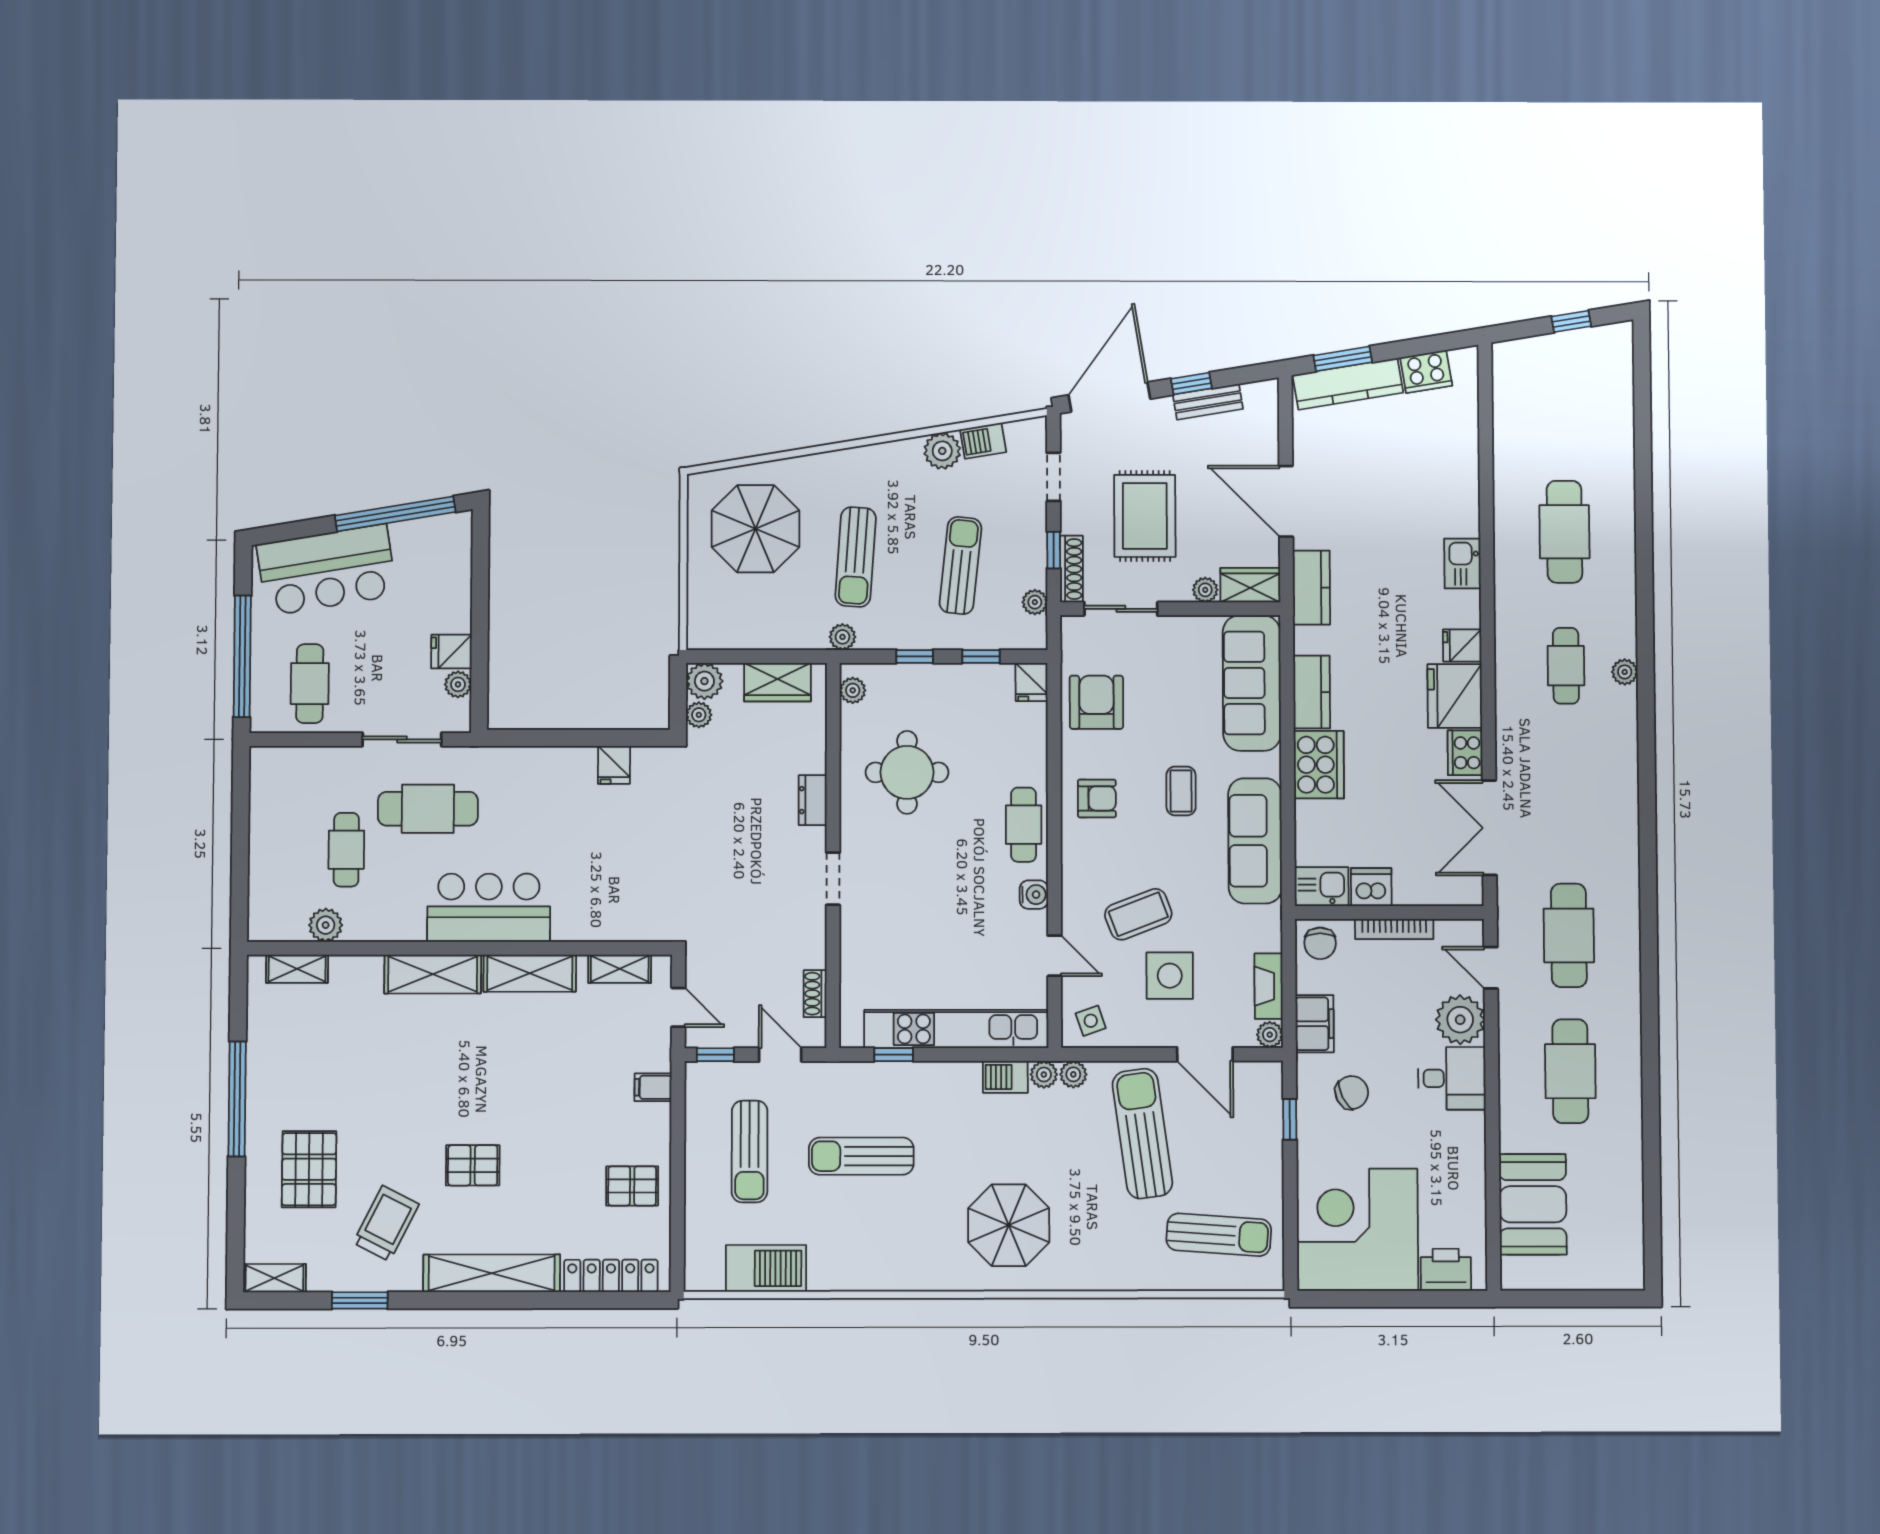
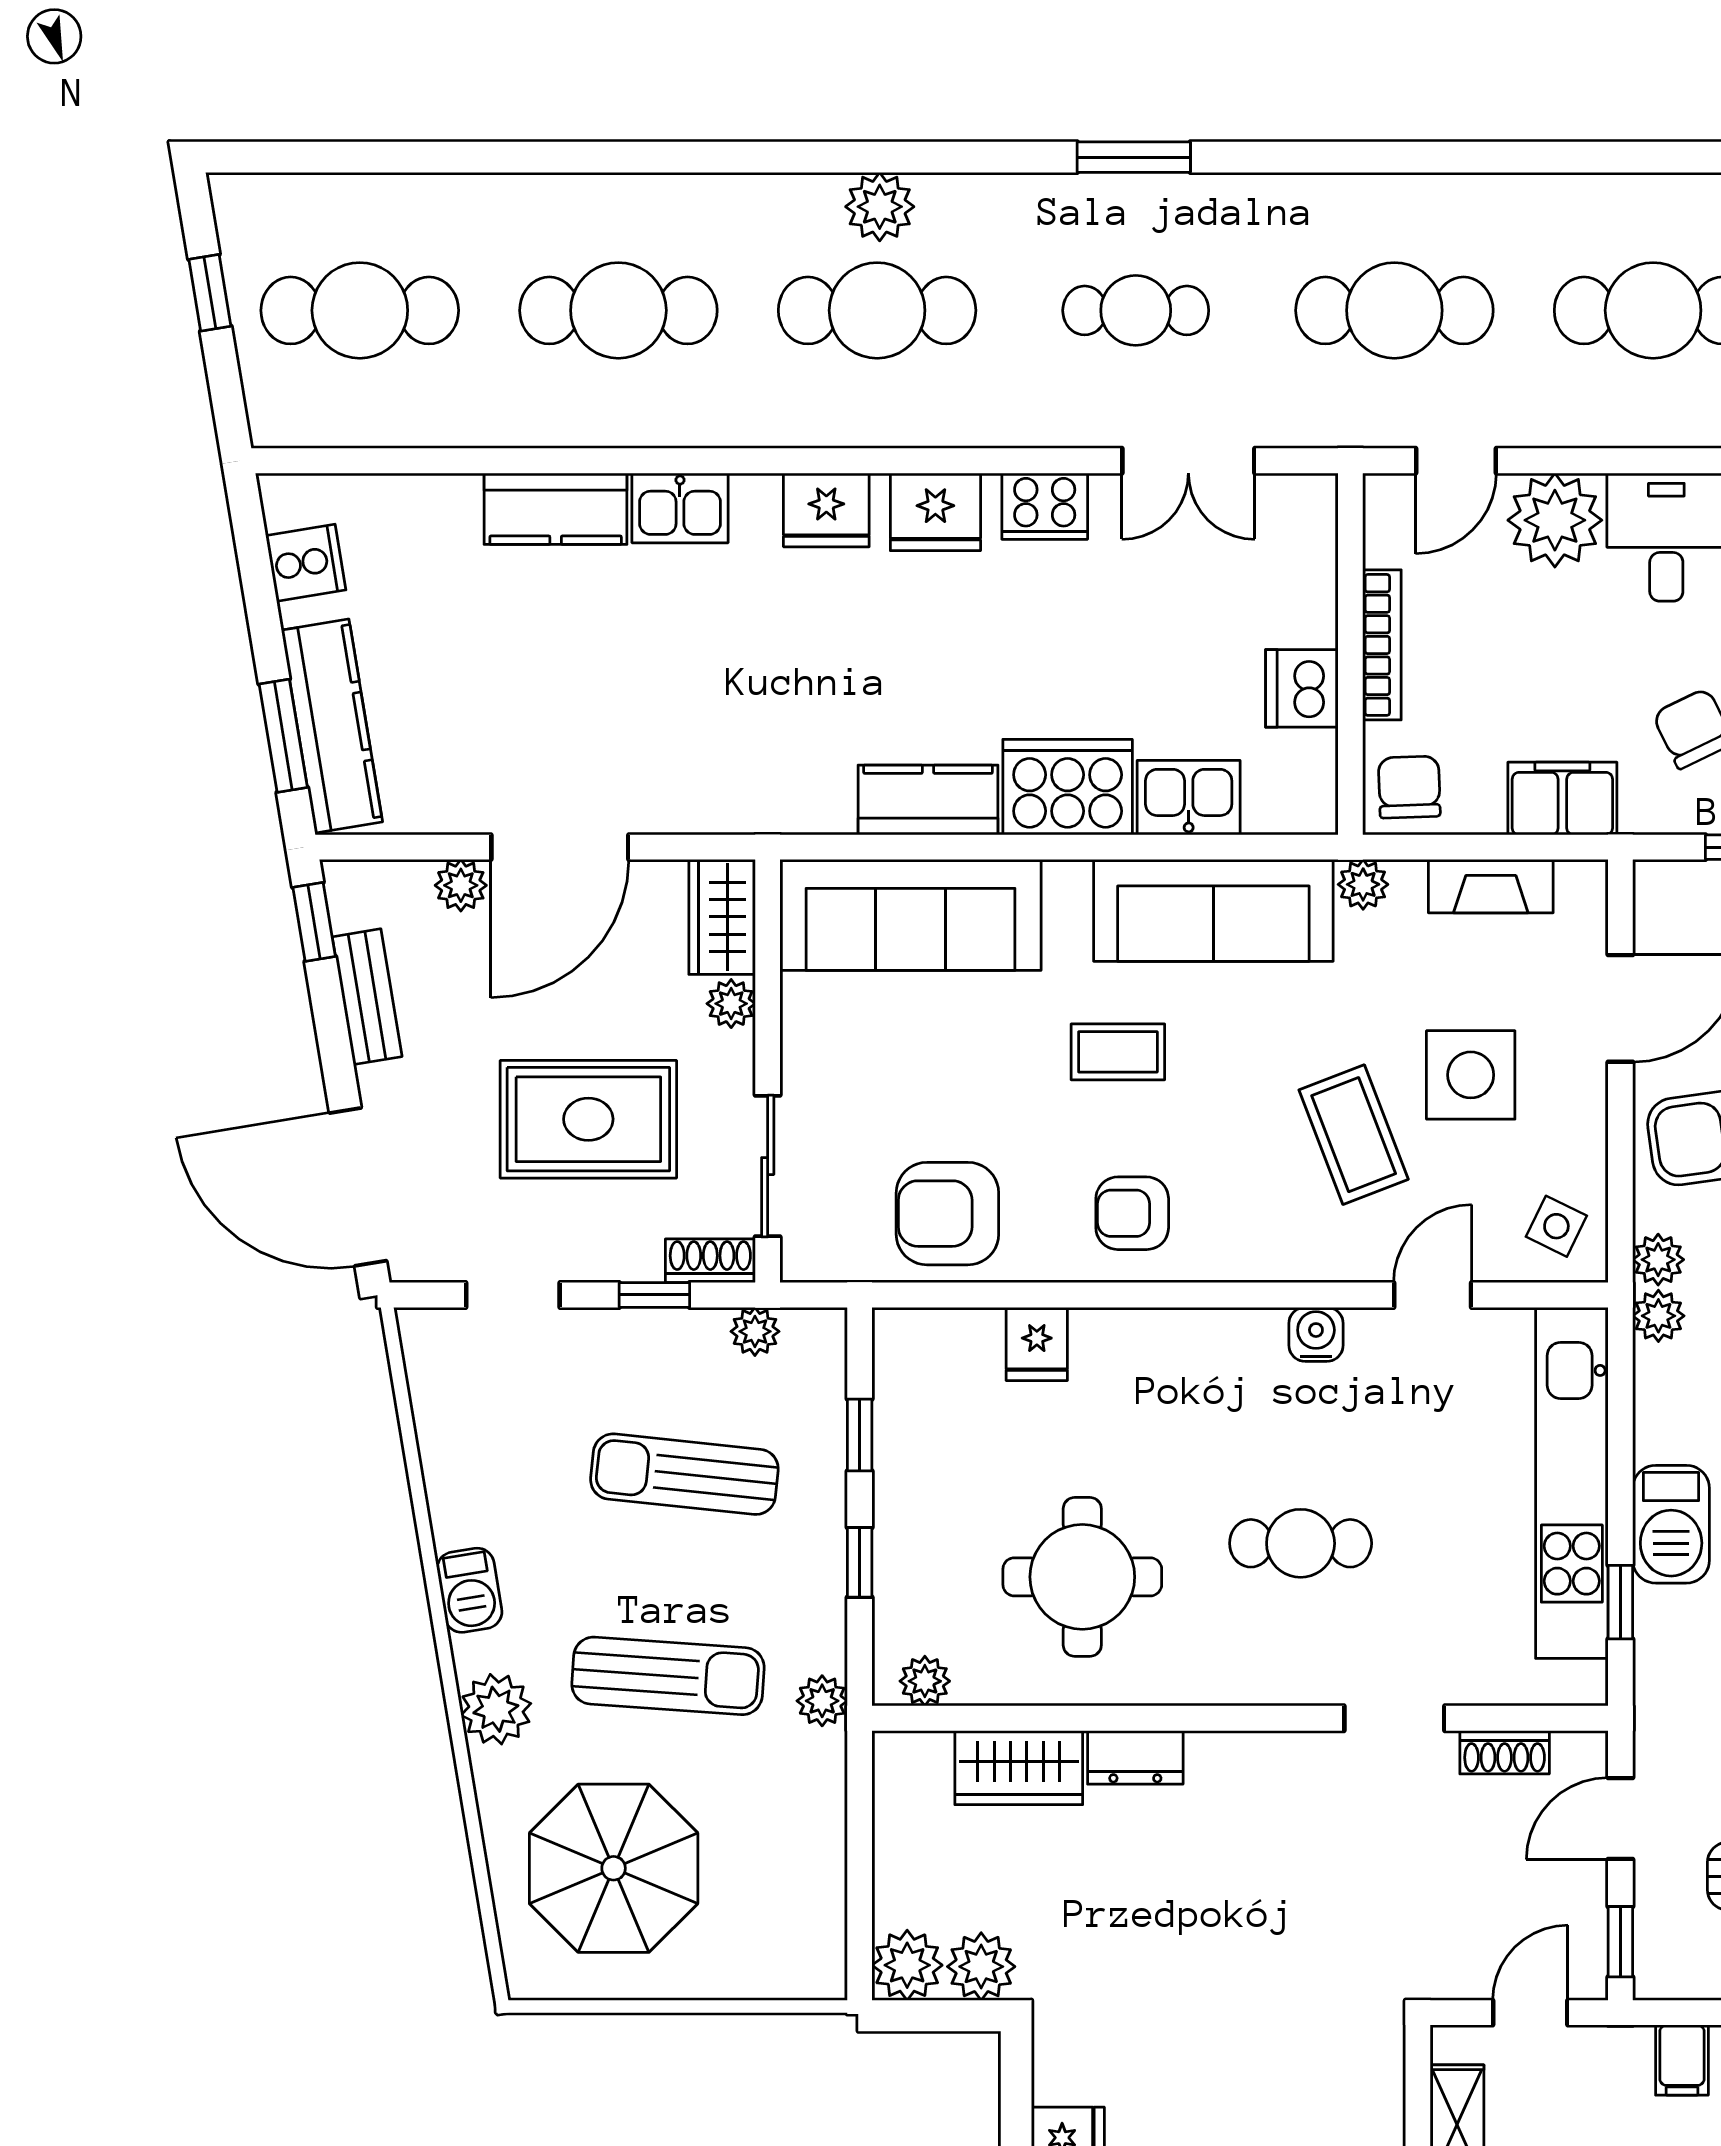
cooker: (1426, 372) -> (306, 563), width x0.73
window: (1191, 384) -> (314, 922), moved
cafe table: (1563, 398) -> (360, 310), added
barbecue: (983, 441) -> (469, 1590), moved
plant: (1266, 450) -> (461, 885), added
plant: (942, 451) -> (496, 1709), moved
shoe rack: (1071, 569) -> (710, 1261), width x0.70
kitchen counter: (1311, 587) -> (556, 509), moved, turned 180
fridge: (1462, 645) -> (826, 510), width x1.38
cafe table: (1566, 666) -> (877, 310), width x1.37, depth x1.35
plant: (1625, 672) -> (880, 207), width x1.38, depth x1.38
wardrobe: (778, 682) -> (1019, 1768), moved, turned 90
fridge: (1032, 682) -> (1037, 1344), moved, turned 90
fridge: (1455, 696) -> (935, 512), width x0.73, depth x0.75
plant: (699, 715) -> (981, 1967), width x1.38, depth x1.38
armchair: (1097, 798) -> (1132, 1213), turned -90
window: (1647, 799) -> (1134, 157), added
cafe table: (1567, 800) -> (1136, 310), added
cafe table: (1024, 825) -> (1301, 1543), moved
double door: (1489, 828) -> (1188, 461), width x0.73
doorway: (833, 879) -> (1394, 1718), moved
kitchen sink: (1322, 887) -> (1189, 798), moved, turned 90
chair: (1320, 943) -> (1409, 787), turned -92
side table: (1091, 1021) -> (1556, 1226), turned 45
plant: (1270, 1035) -> (1363, 884), moved
barbecue: (1005, 1077) -> (1671, 1524), moved, width x1.38, depth x1.27

